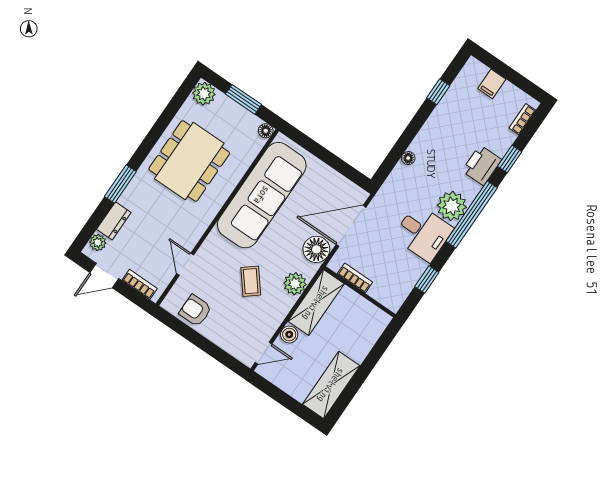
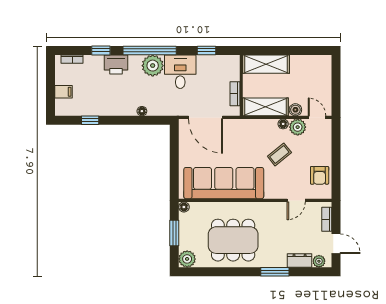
floor lamp: (316, 249) -> (283, 124), moved, width x0.53, depth x0.53
plant: (295, 284) -> (298, 127), moved
shelving: (331, 385) -> (266, 64), moved

